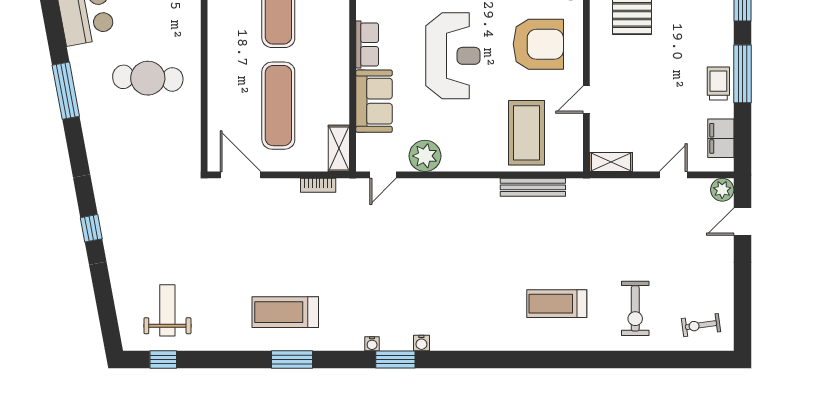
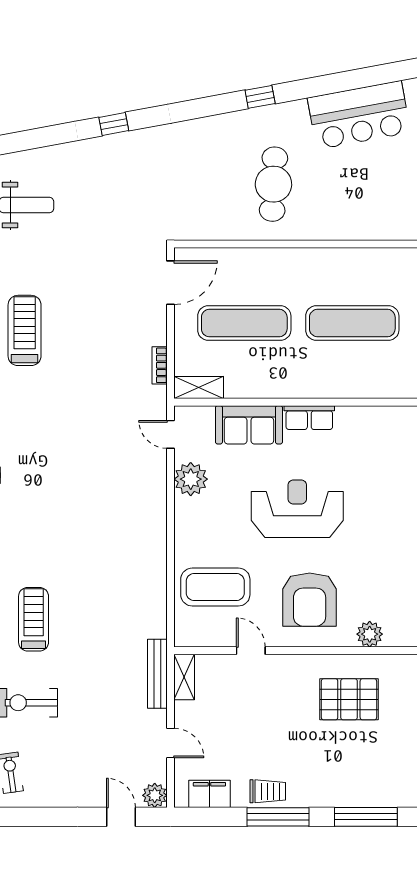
reception desk: (453, 56) -> (297, 509), turned 180
window: (66, 91) -> (260, 97), width x0.46
bench: (533, 187) -> (157, 674), moved

